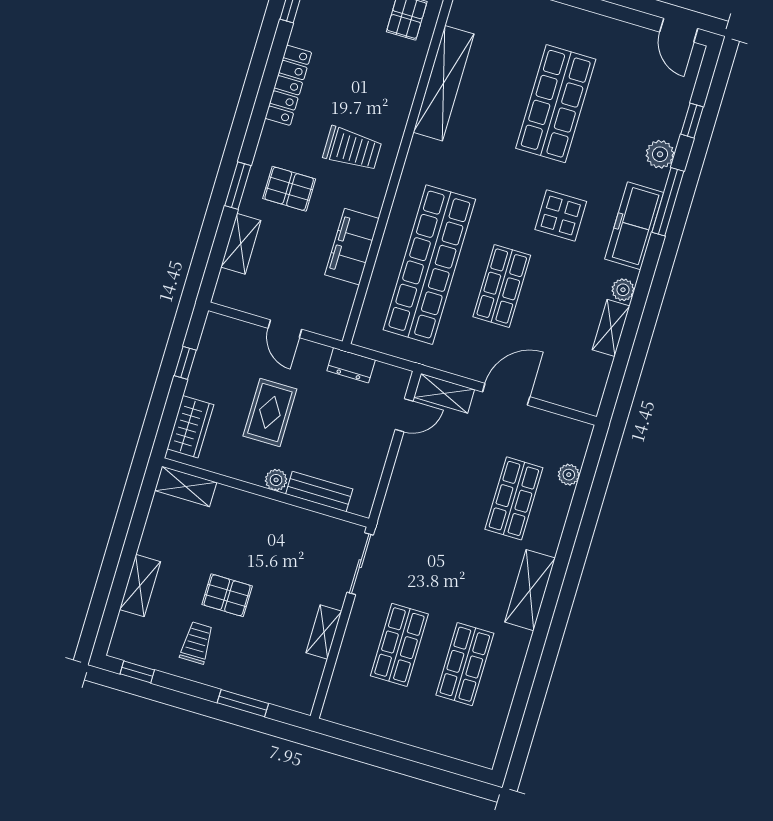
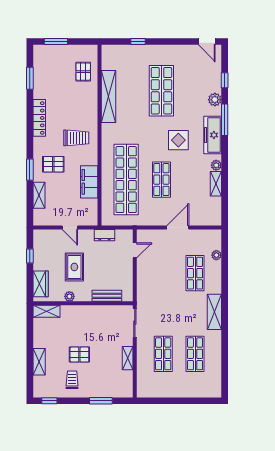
shelving: (444, 393) -> (150, 235), removed
plant: (276, 480) -> (69, 296), moved

